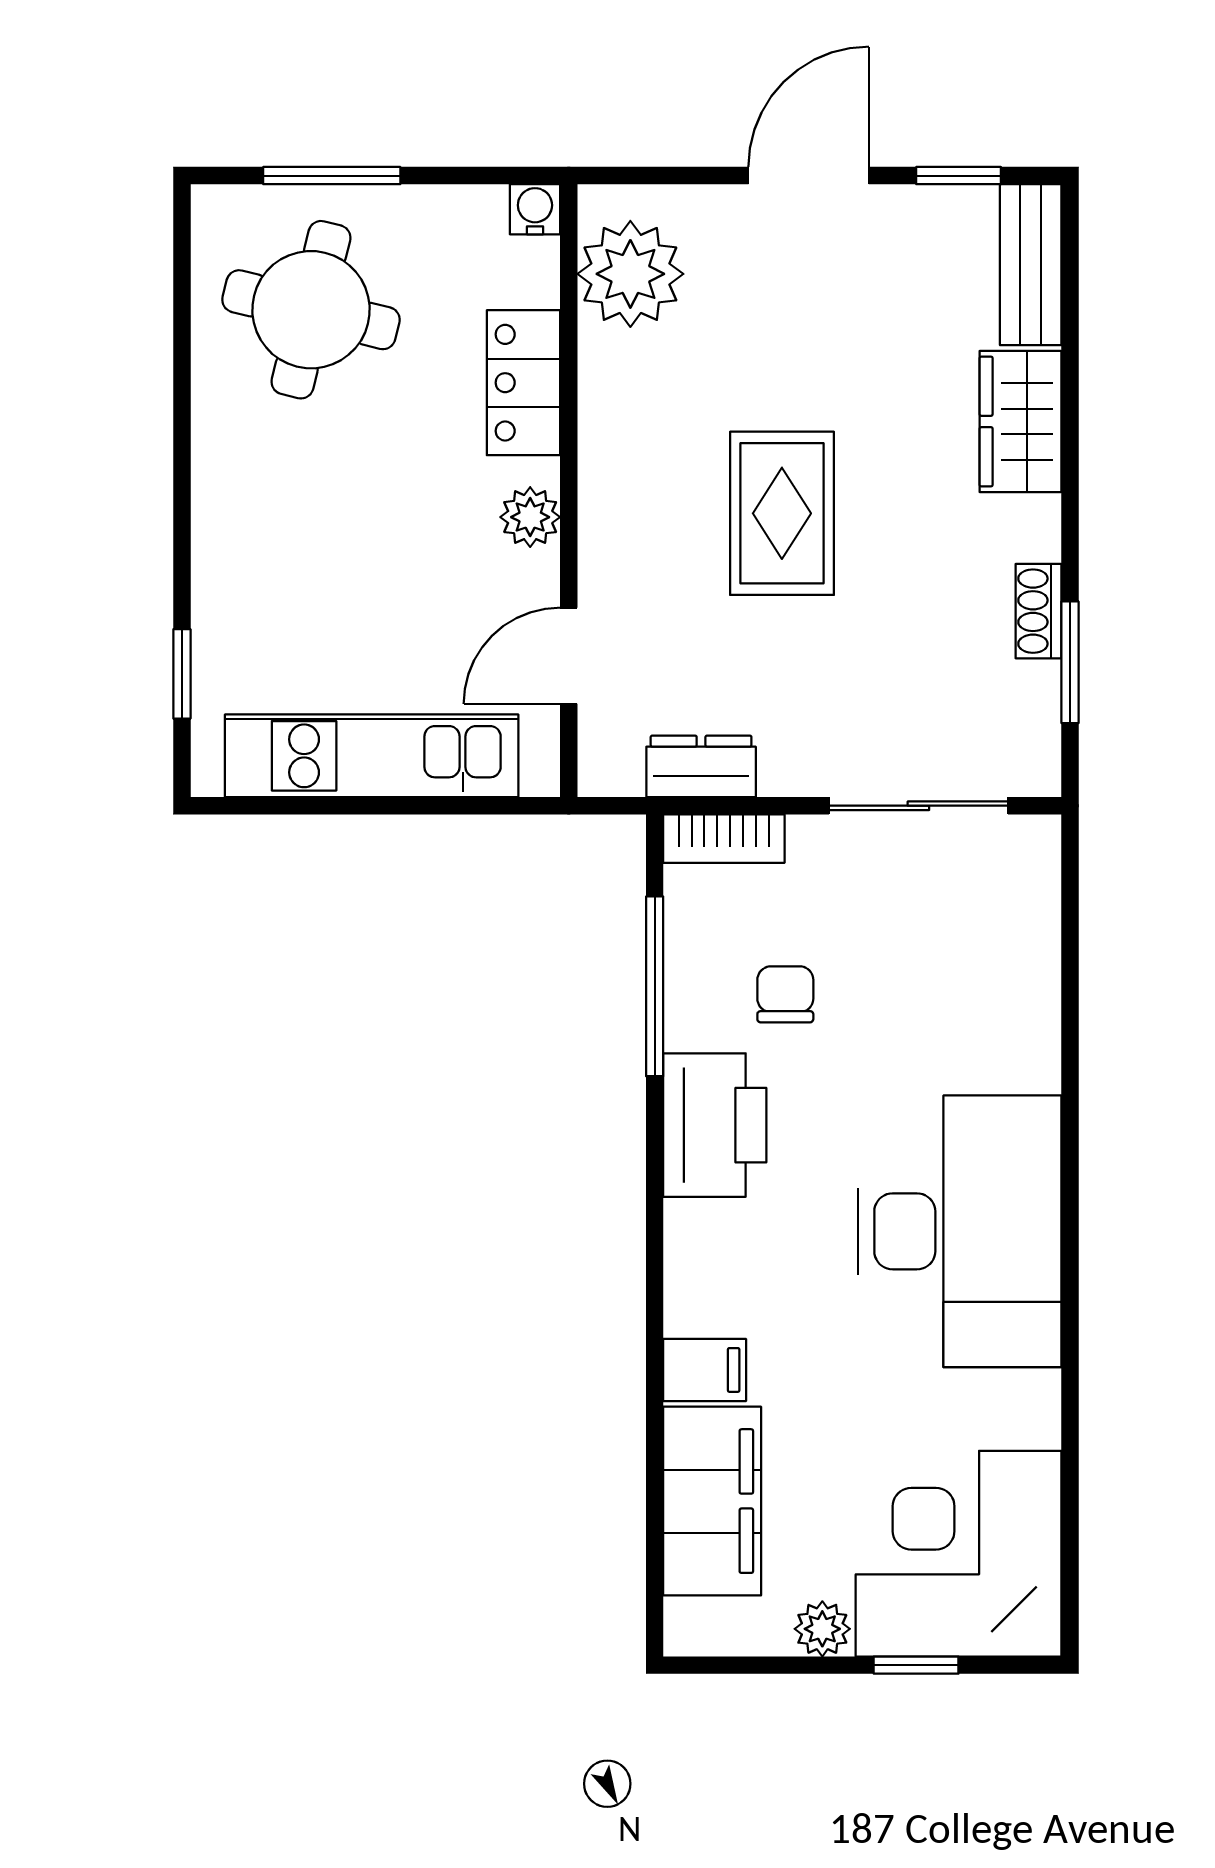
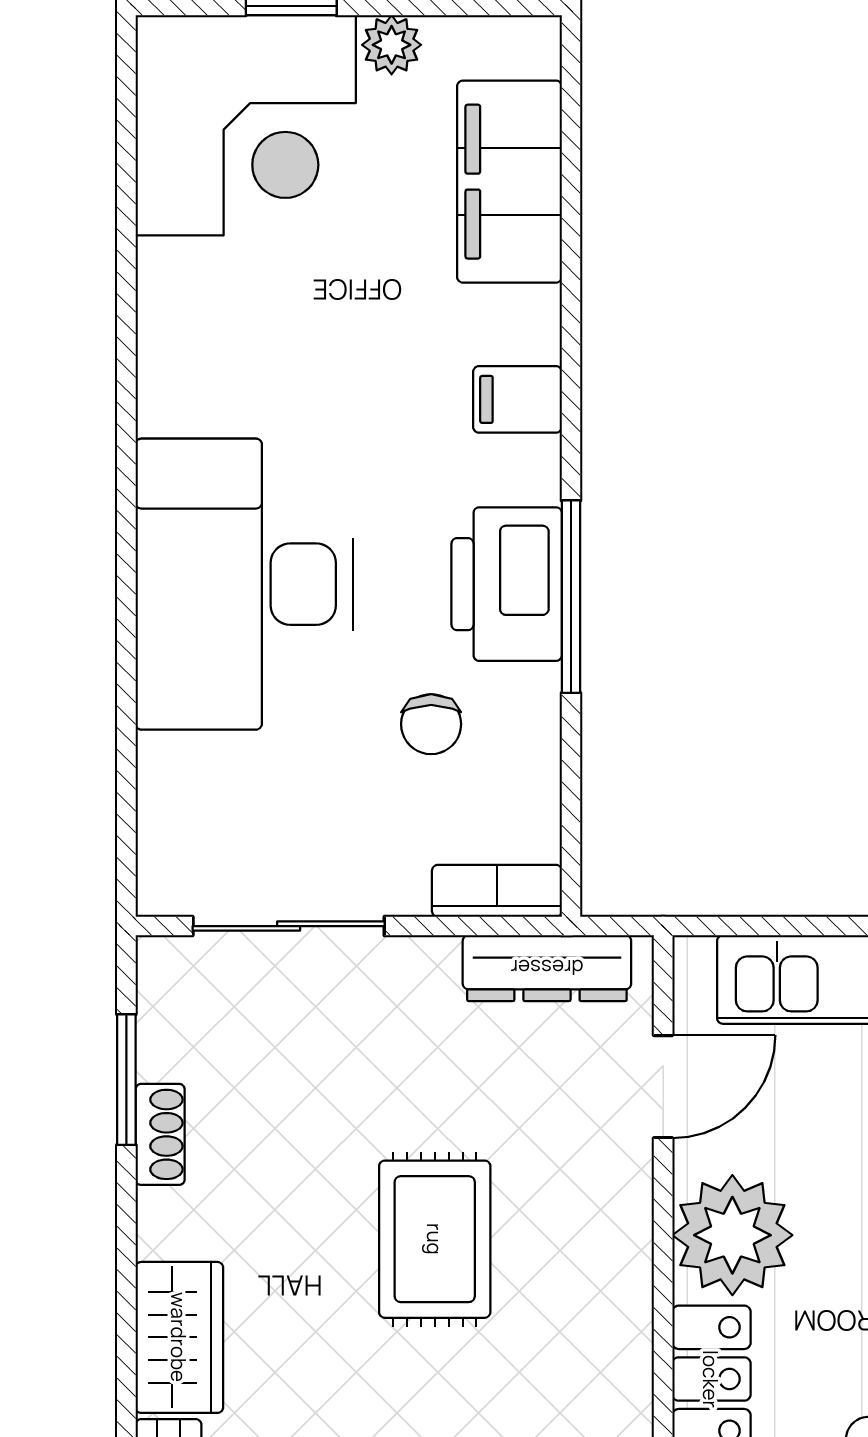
plant: (530, 517) -> (732, 1235), width x1.88, depth x1.88
dresser: (701, 766) -> (547, 968), width x1.44
window: (655, 986) -> (571, 597), moved
desk: (960, 1231) -> (244, 584), moved
filing cabinet: (705, 1370) -> (517, 399), moved

